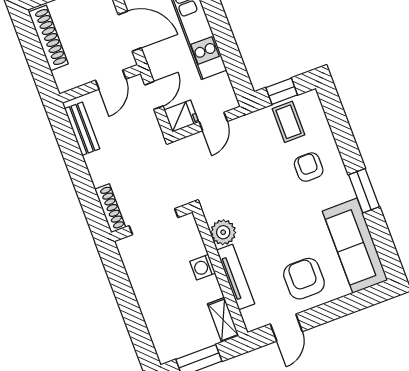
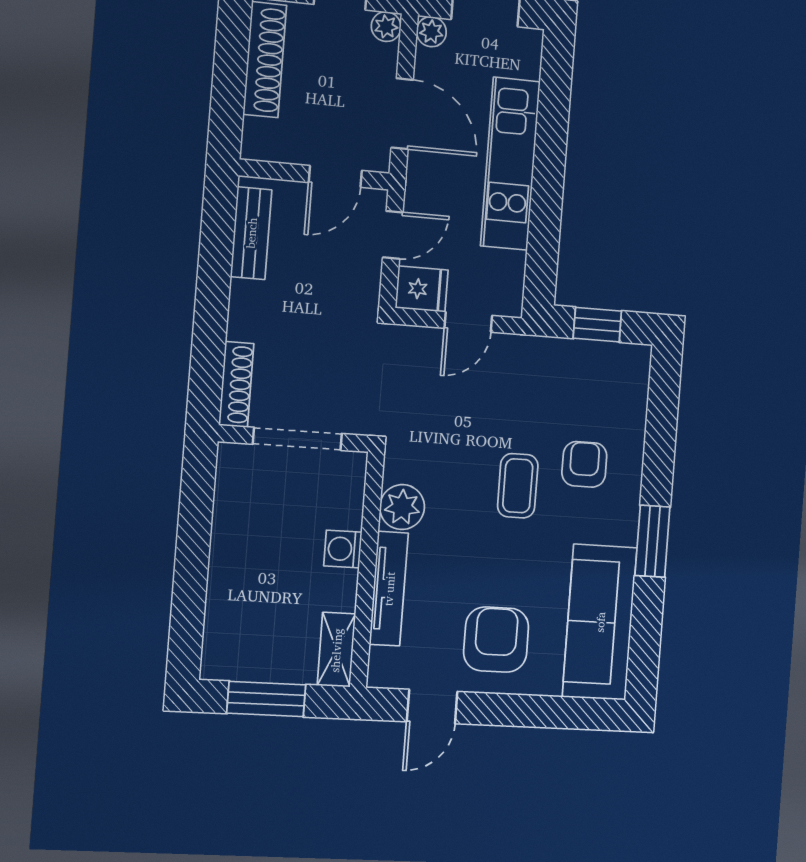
coffee table: (289, 122) -> (518, 486), moved

